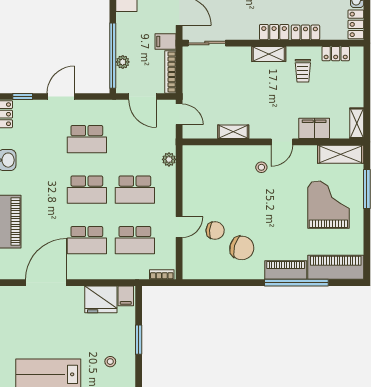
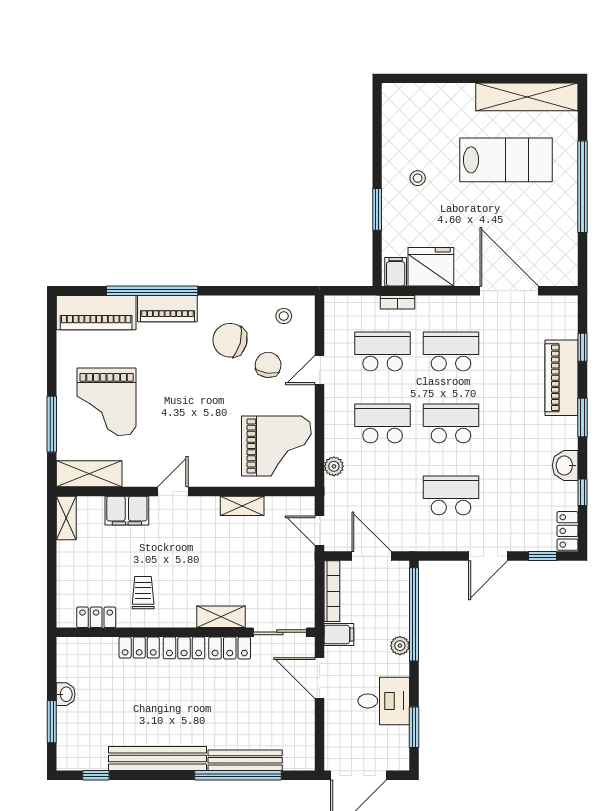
locker: (356, 24) -> (230, 648), moved, turned 90
shelving: (269, 54) -> (221, 617), moved
plant: (123, 62) -> (400, 646), moved
stool: (261, 167) -> (284, 316), moved
grand piano: (209, 174) -> (276, 446), added
chair: (215, 231) -> (268, 365), turned 92
bookcase: (162, 275) -> (398, 302), moved
door: (46, 283) -> (509, 291), swing flipped

